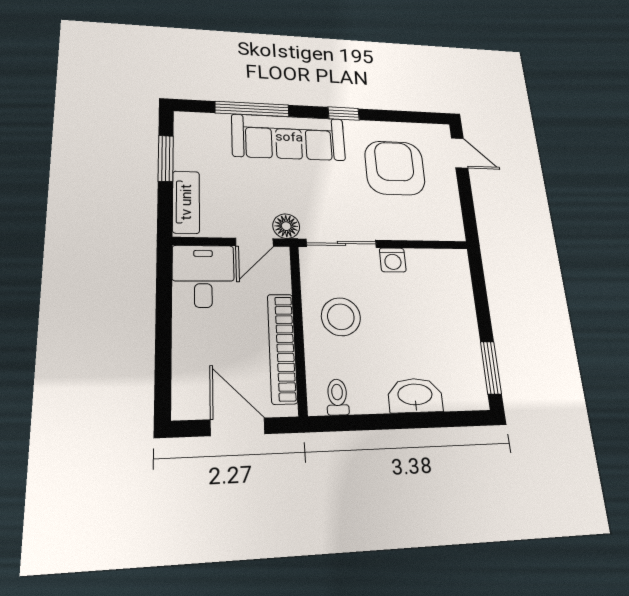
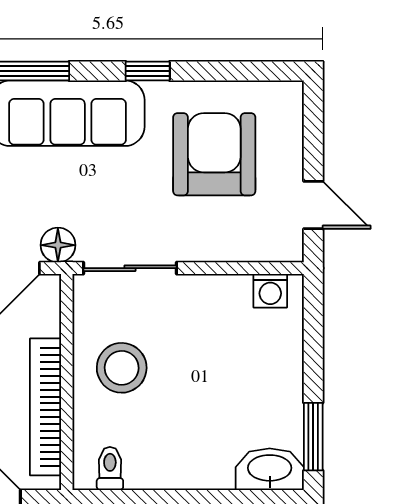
door: (460, 153) -> (313, 205), moved
washing machine: (393, 260) -> (270, 291), moved
washbasin: (415, 395) -> (270, 469), moved

